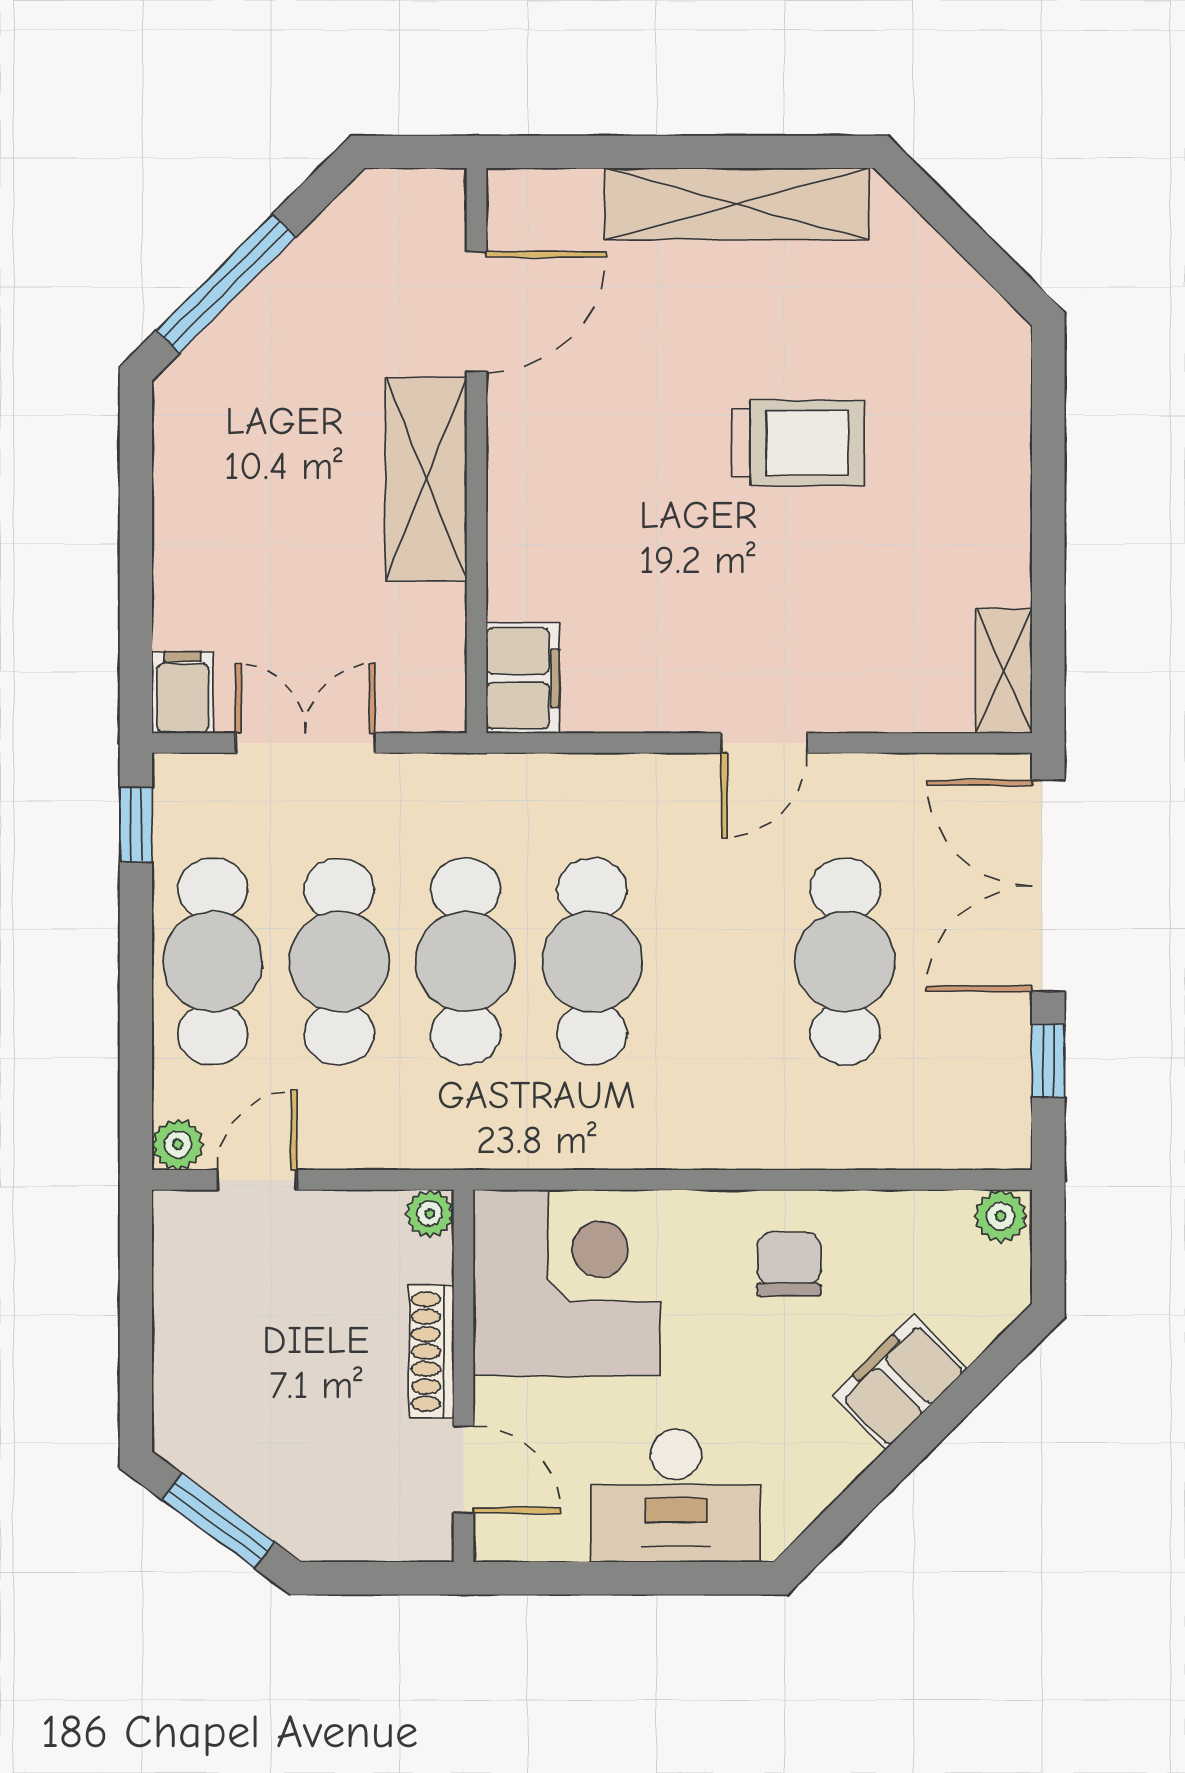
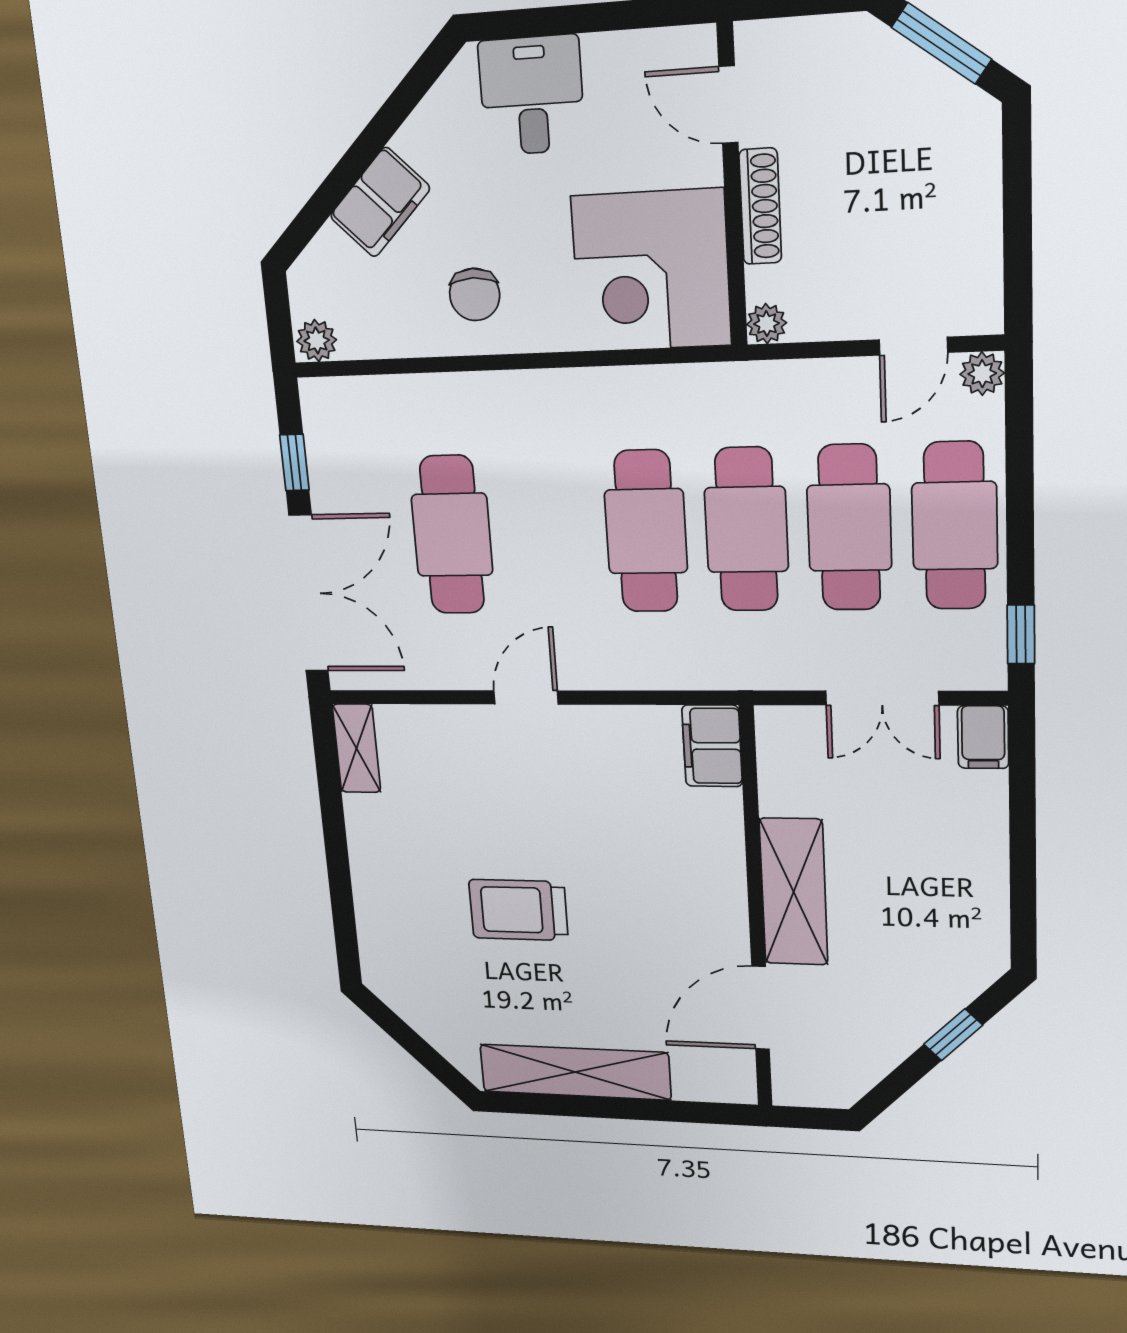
window: (226, 284) -> (953, 1035), width x0.46
desk: (676, 1496) -> (532, 95), width x0.73

